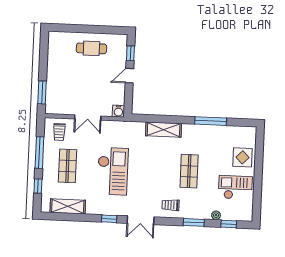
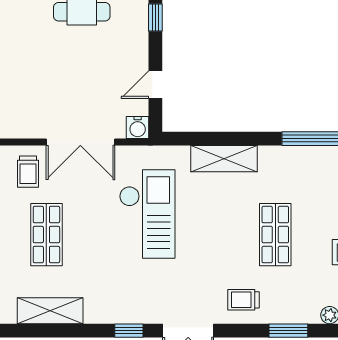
door: (129, 76) -> (155, 85), moved
double door: (88, 117) -> (80, 142), width x1.37
checkout: (113, 171) -> (147, 214), moved

